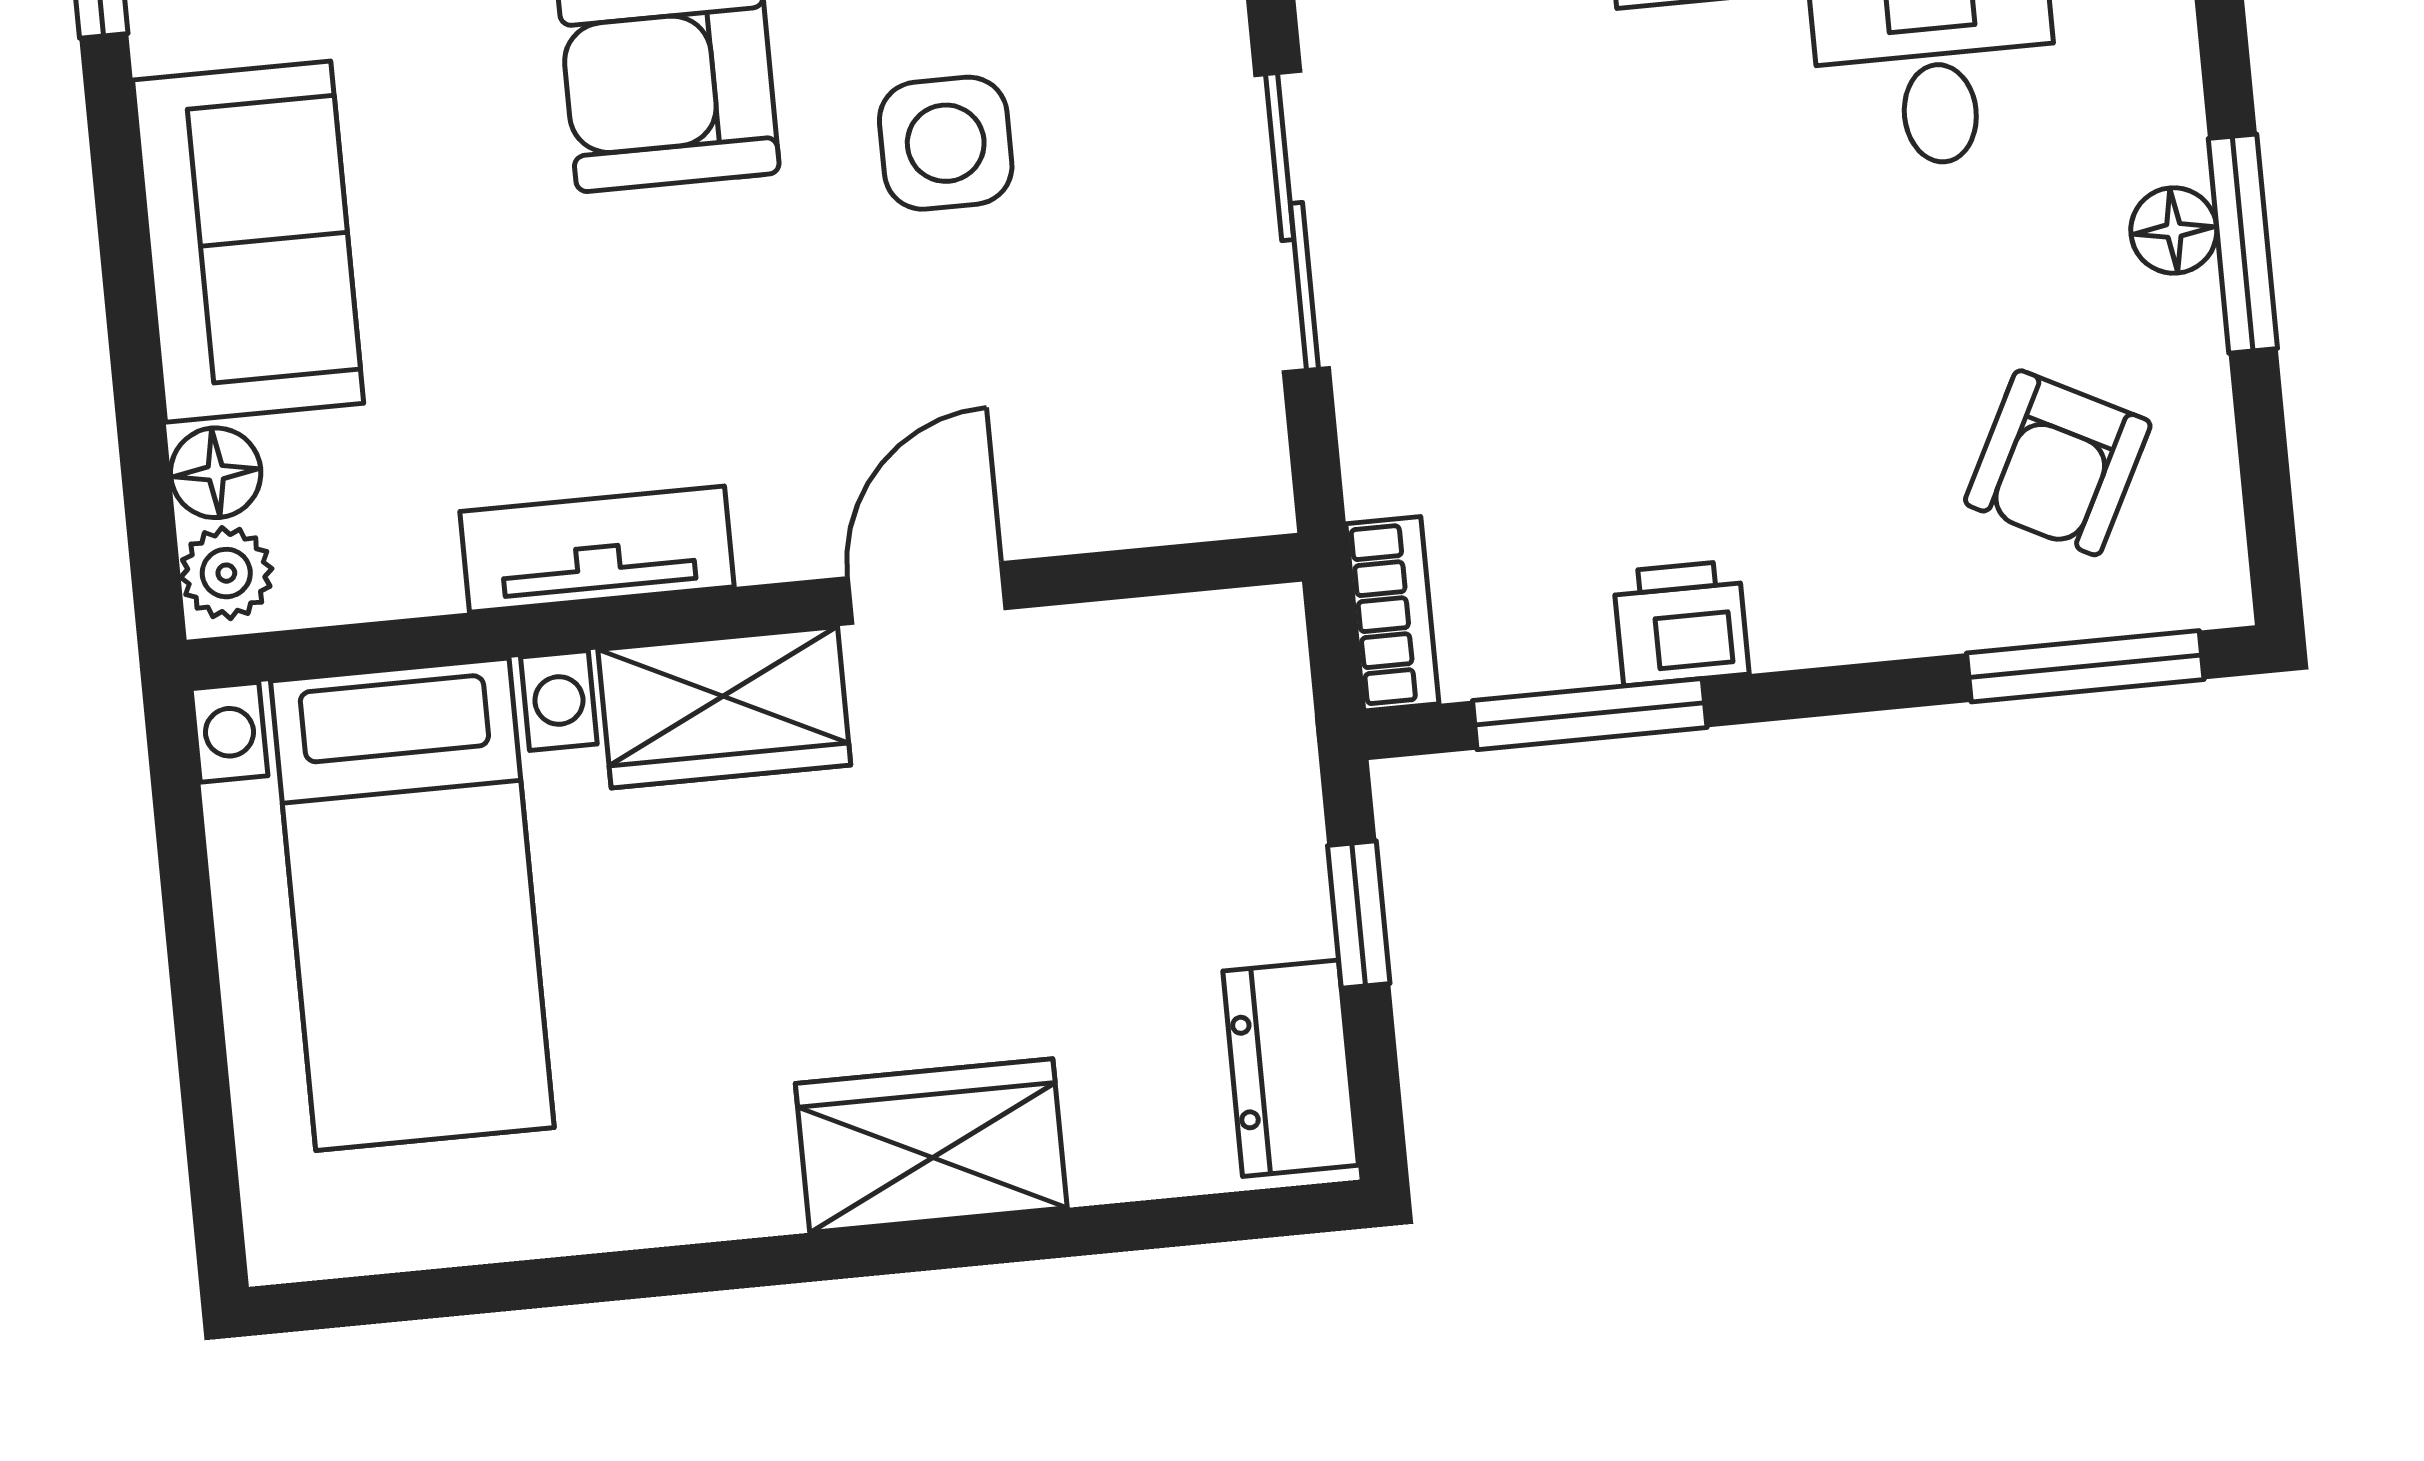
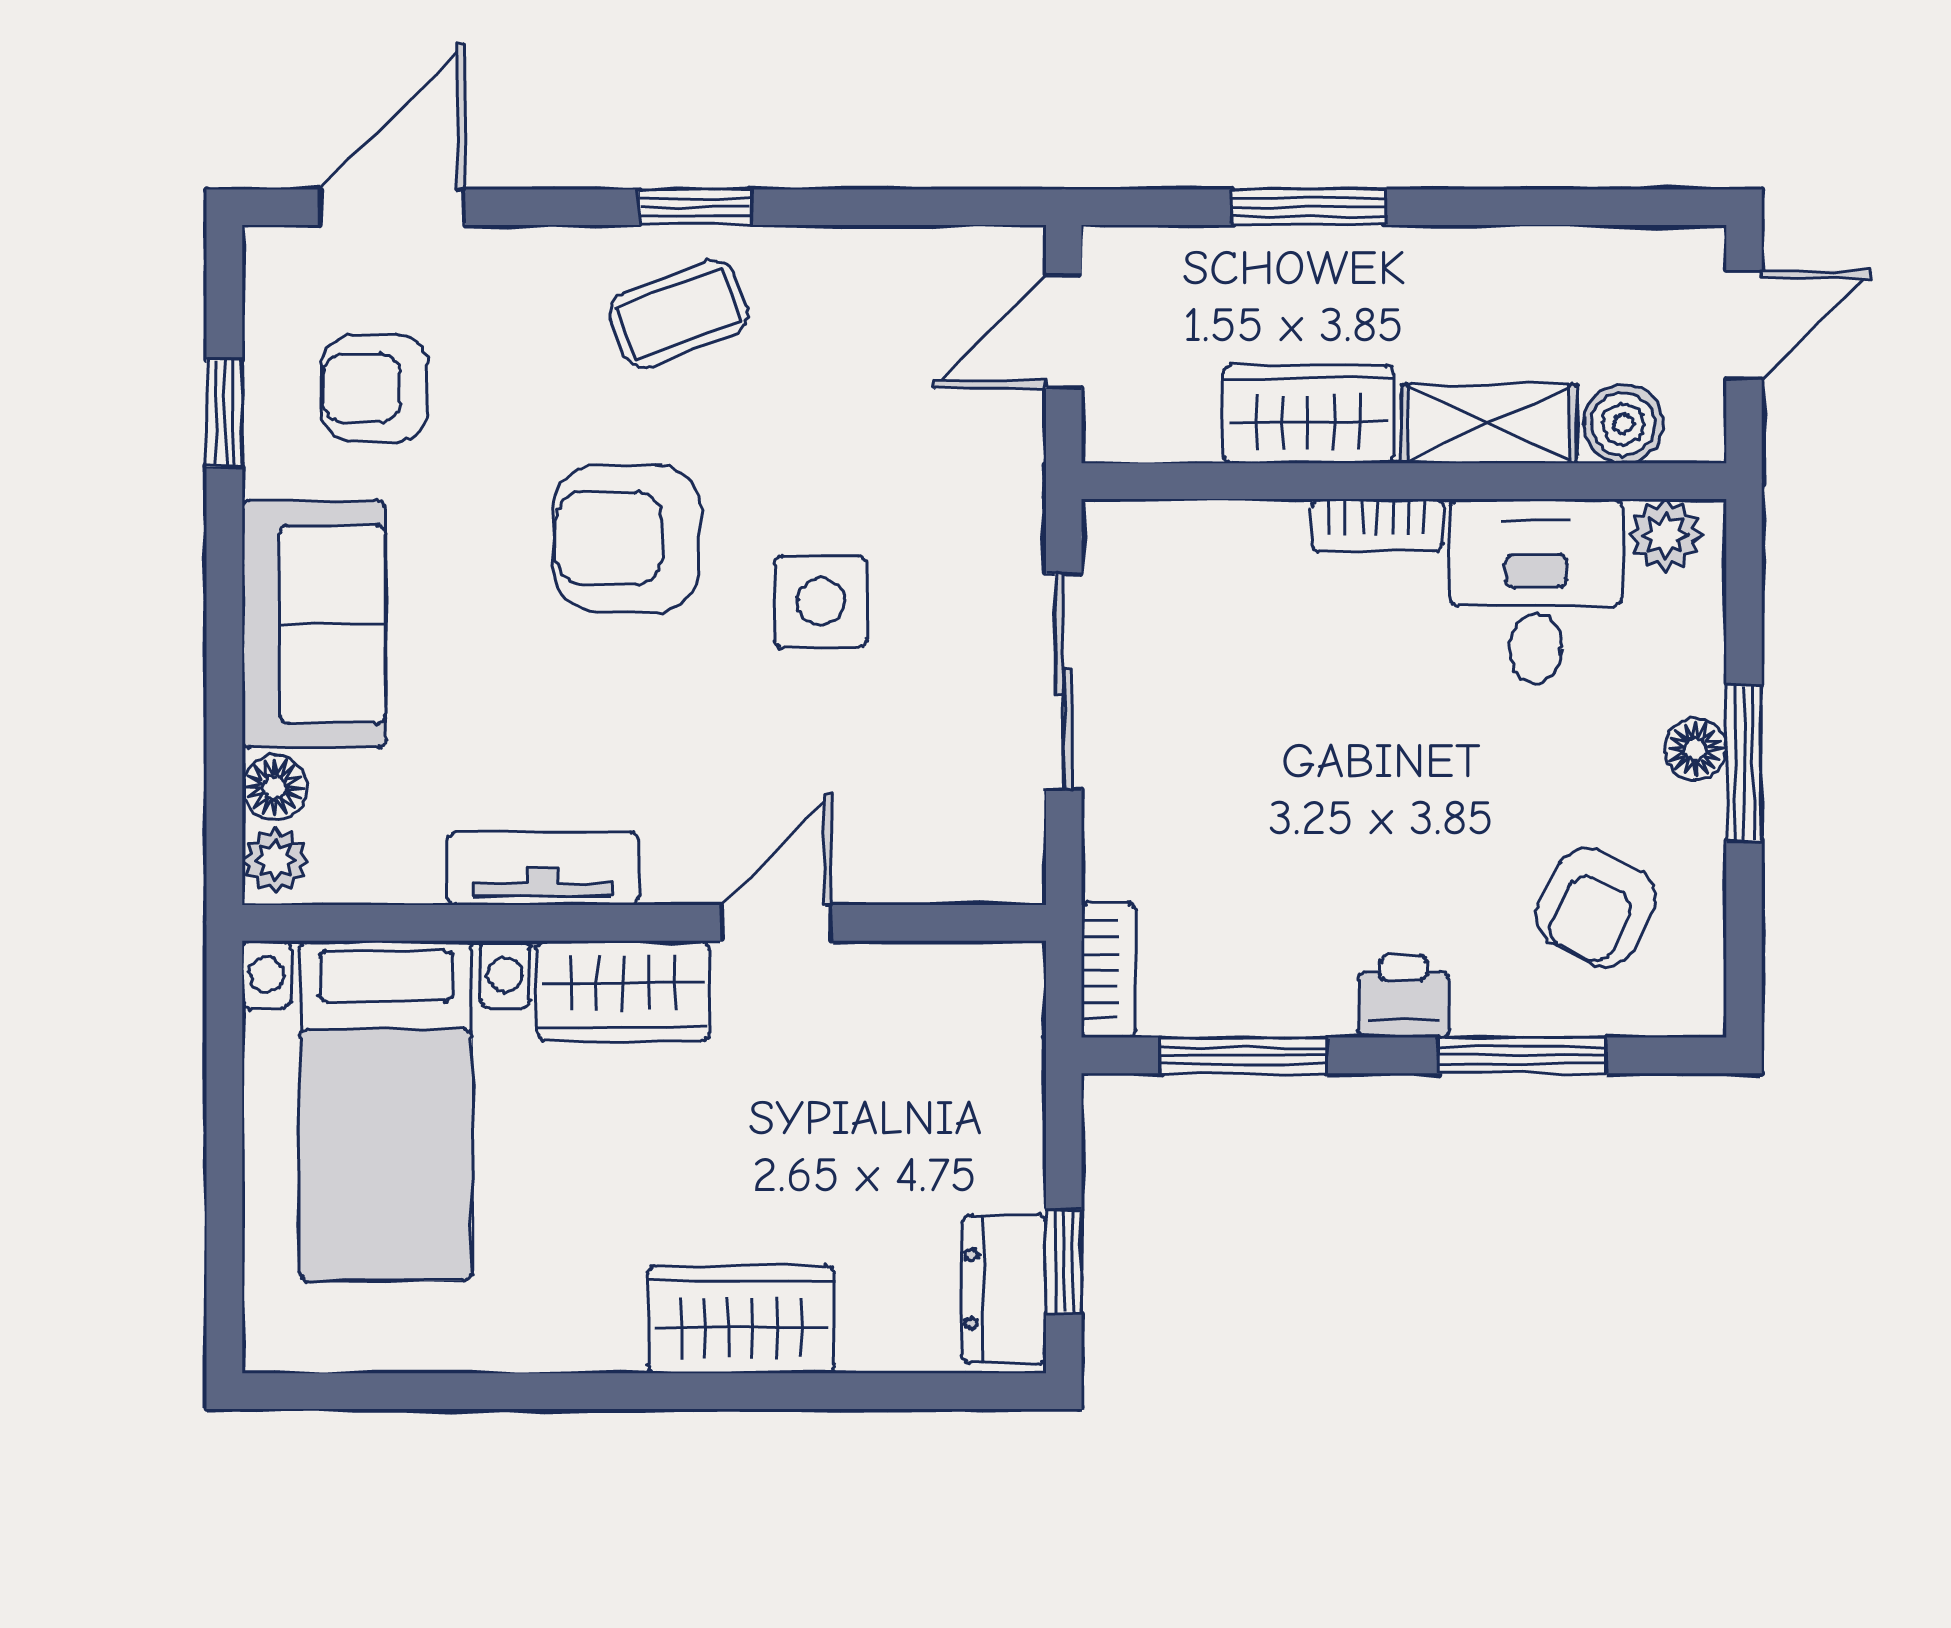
printer: (1681, 623) -> (1404, 996), moved
window: (2085, 666) -> (1522, 1055), moved
window: (1359, 914) -> (1064, 1262), moved

